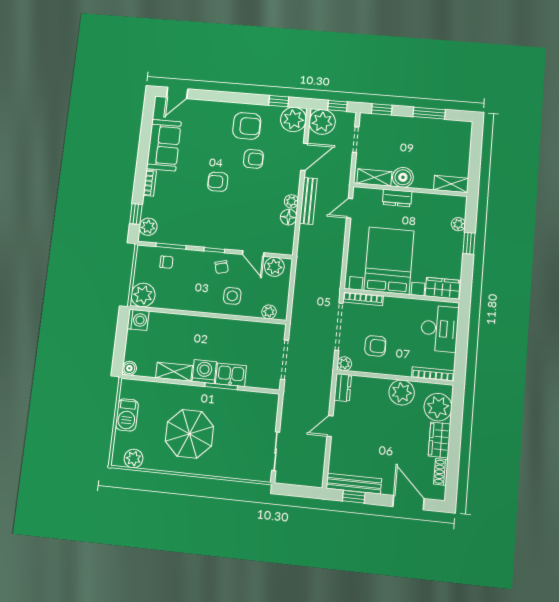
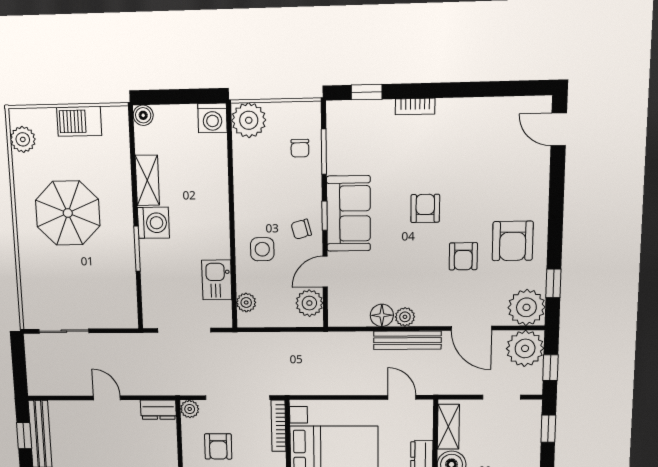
sofa: (164, 145) -> (349, 214), moved, turned -90
plant: (148, 227) -> (349, 113), removed
kitchen sink: (231, 375) -> (217, 280), moved, turned 180

